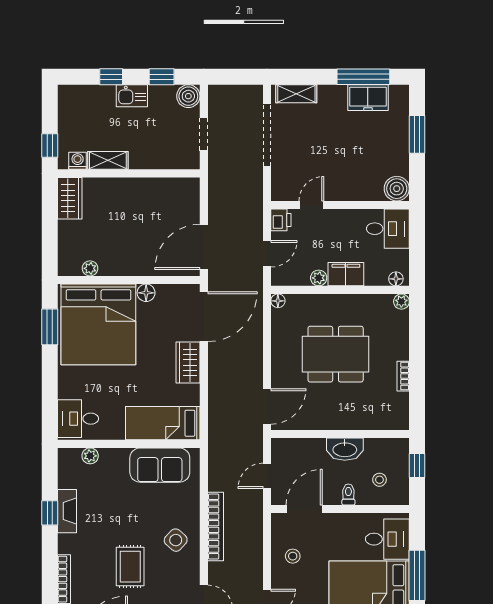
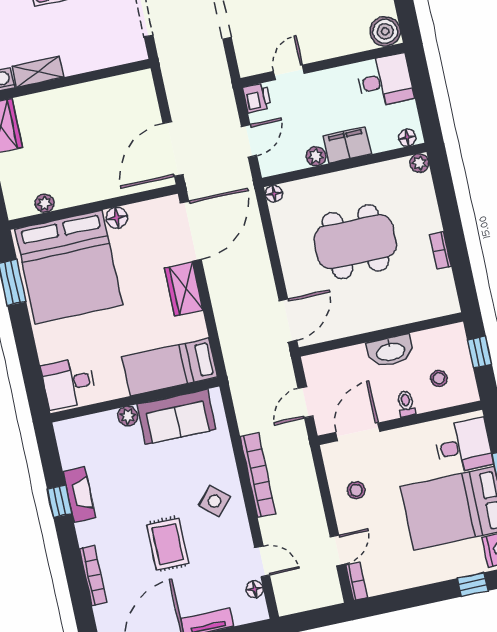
plant: (90, 456) -> (128, 416), moved

